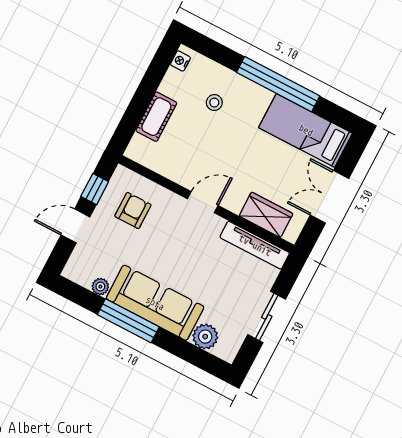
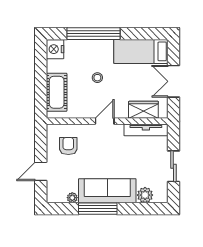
nightstand: (180, 61) -> (55, 49), width x1.89, depth x1.79
window: (278, 84) -> (94, 34), moved
stool: (214, 103) -> (97, 78), moved
cot: (156, 117) -> (57, 92), width x1.37, depth x1.34
window: (95, 189) -> (41, 145), removed

